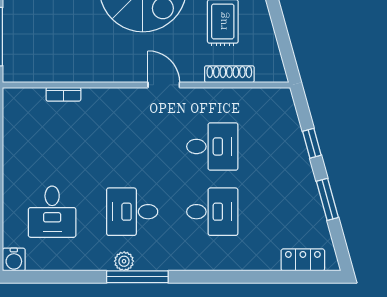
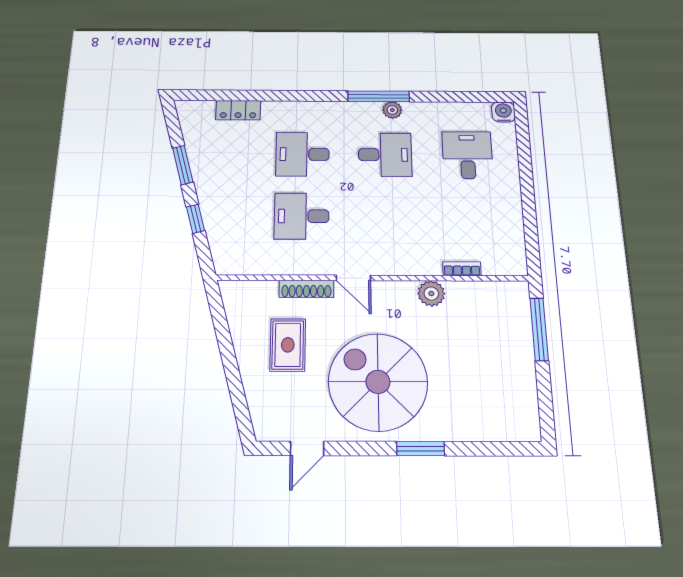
plant: (93, 70) -> (431, 293), added
shoe rack: (229, 74) -> (306, 289), moved
locker: (303, 260) -> (238, 110), moved

